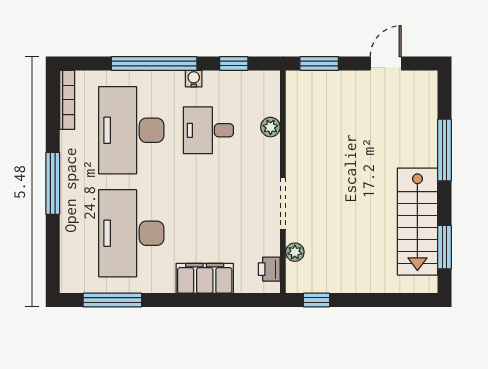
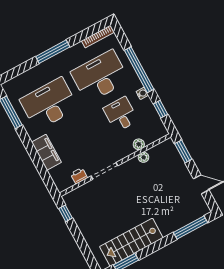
window: (444, 150) -> (191, 228), moved
plant: (295, 252) -> (144, 157), moved
printer: (269, 269) -> (79, 176), moved

